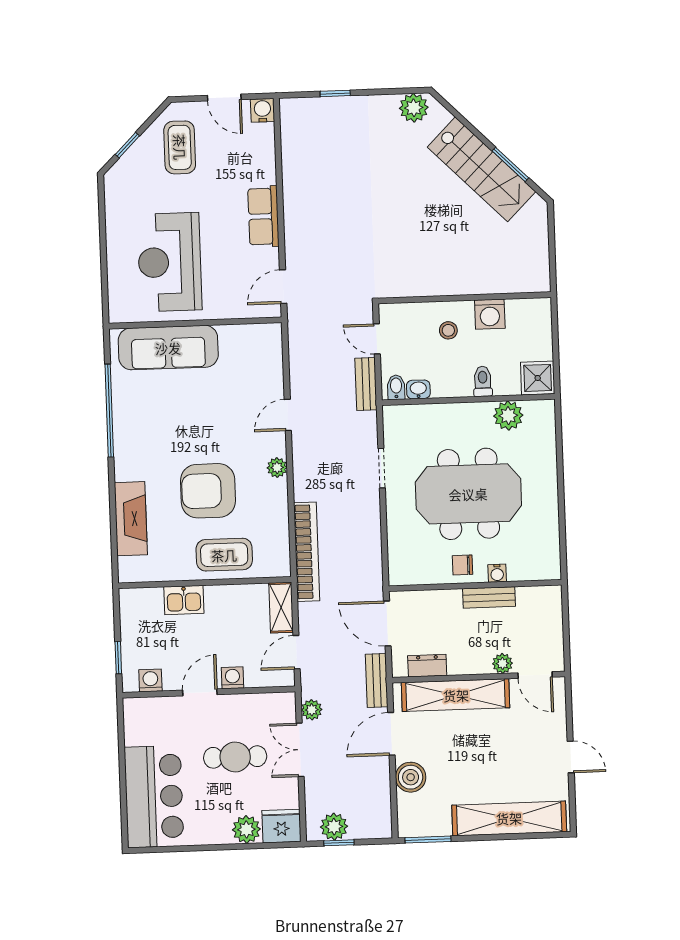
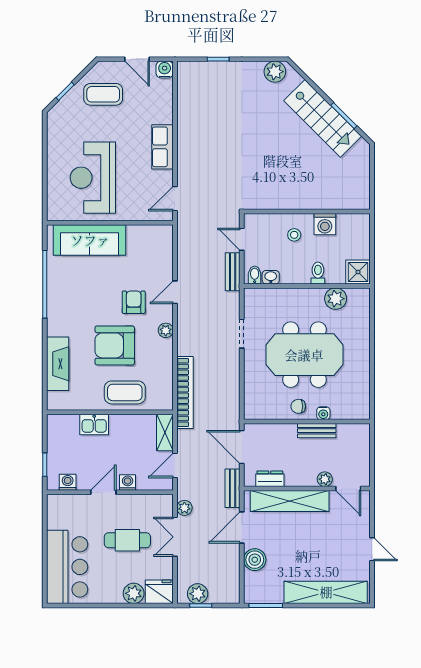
coffee table: (180, 147) -> (103, 94), turned 90
armchair: (232, 431) -> (134, 302), added

